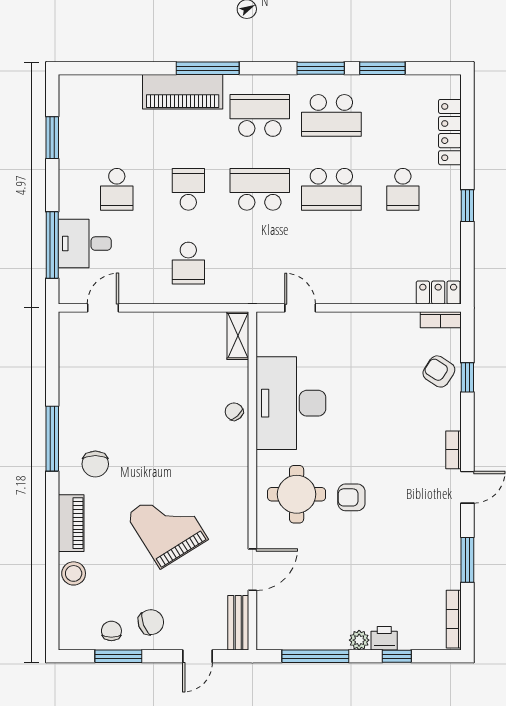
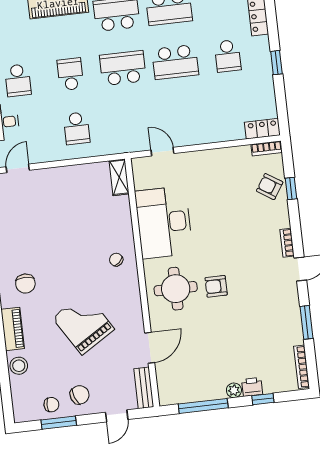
chair: (234, 412) -> (116, 260), moved
chair: (111, 631) -> (51, 405), turned 90

